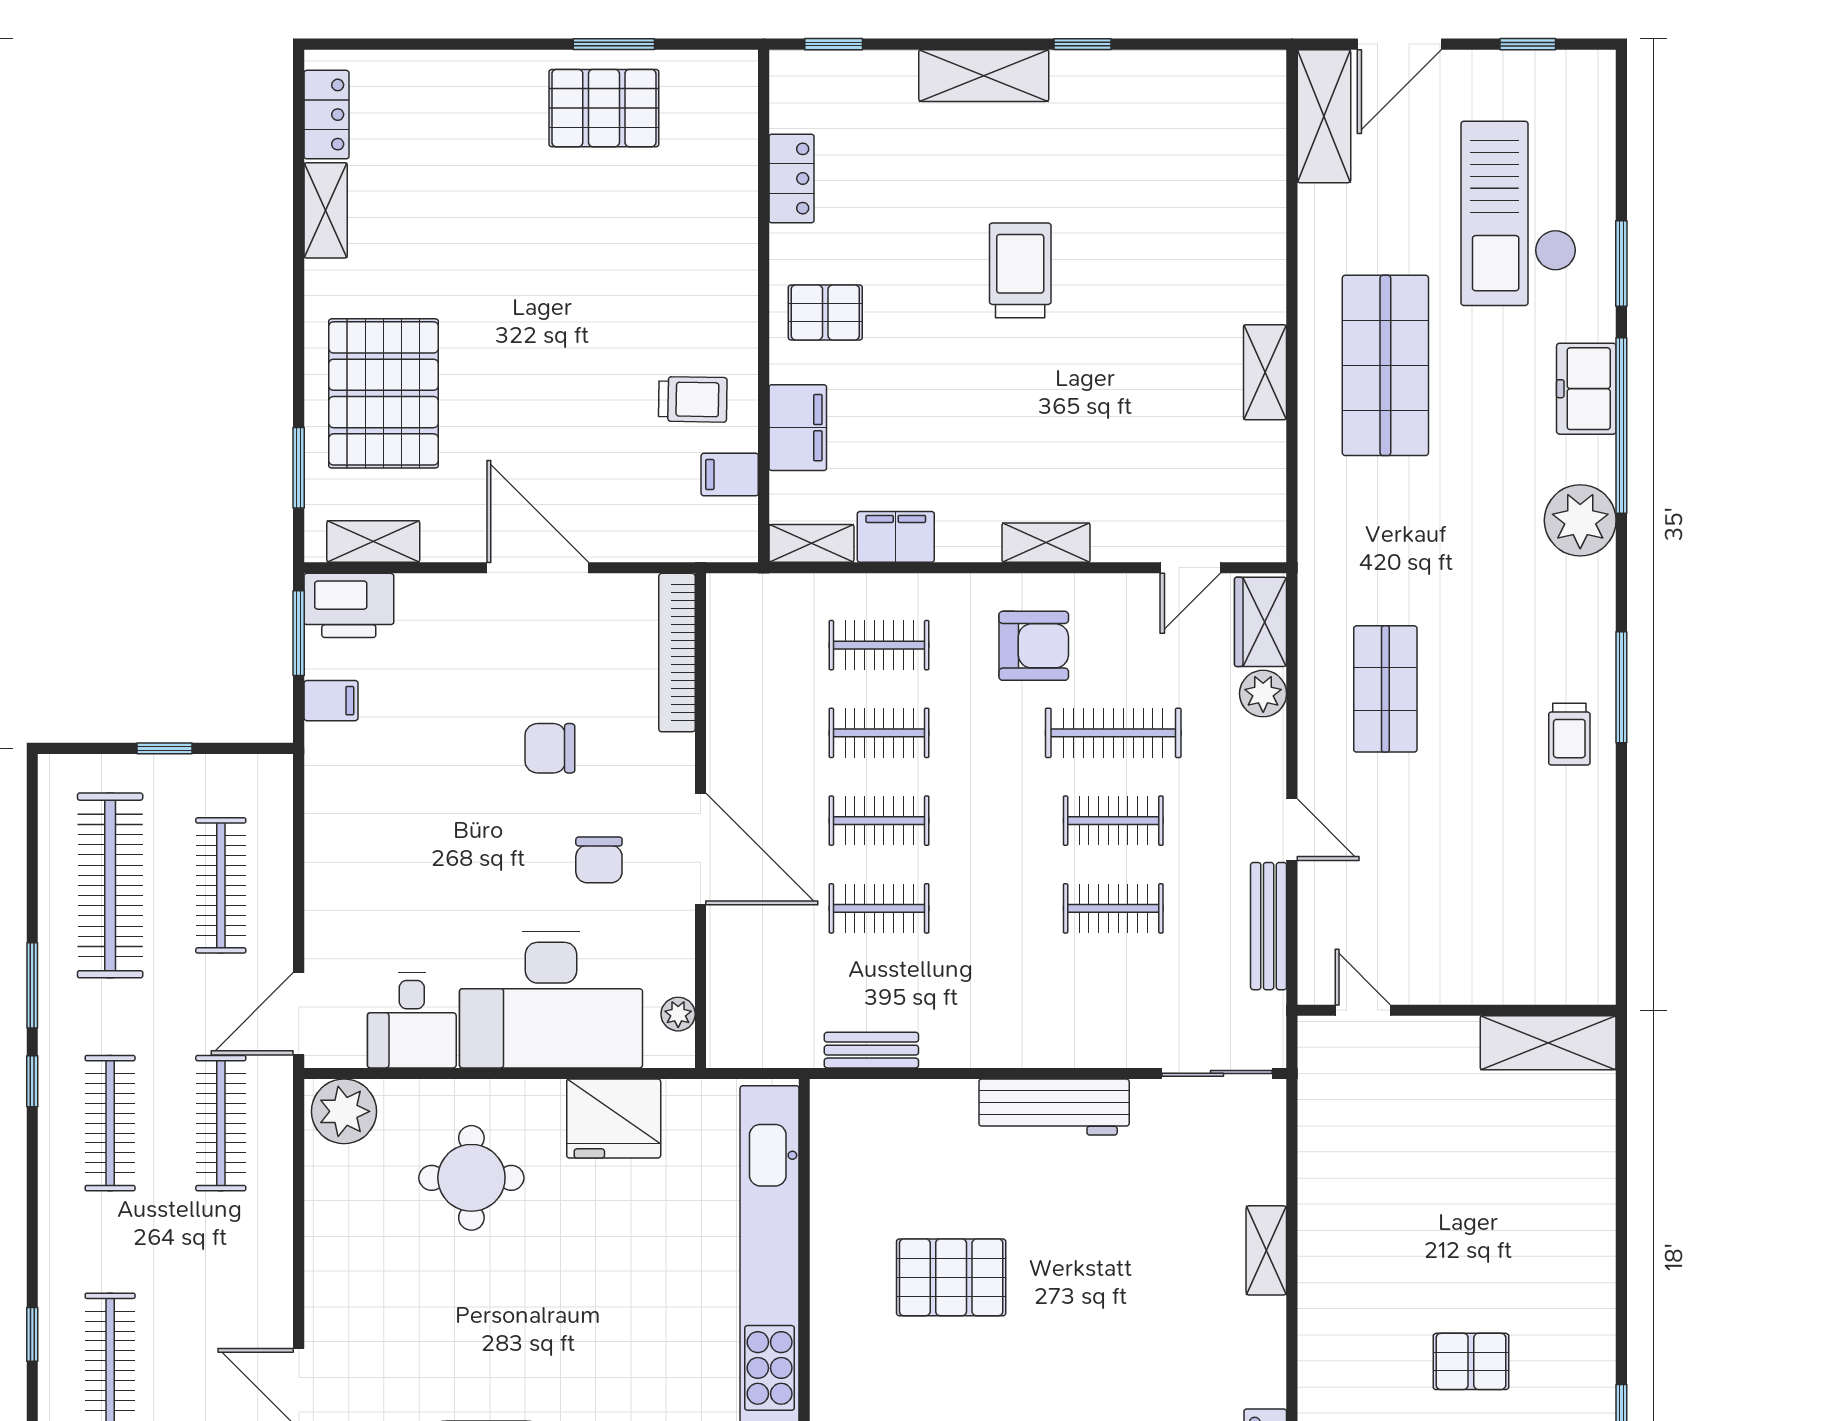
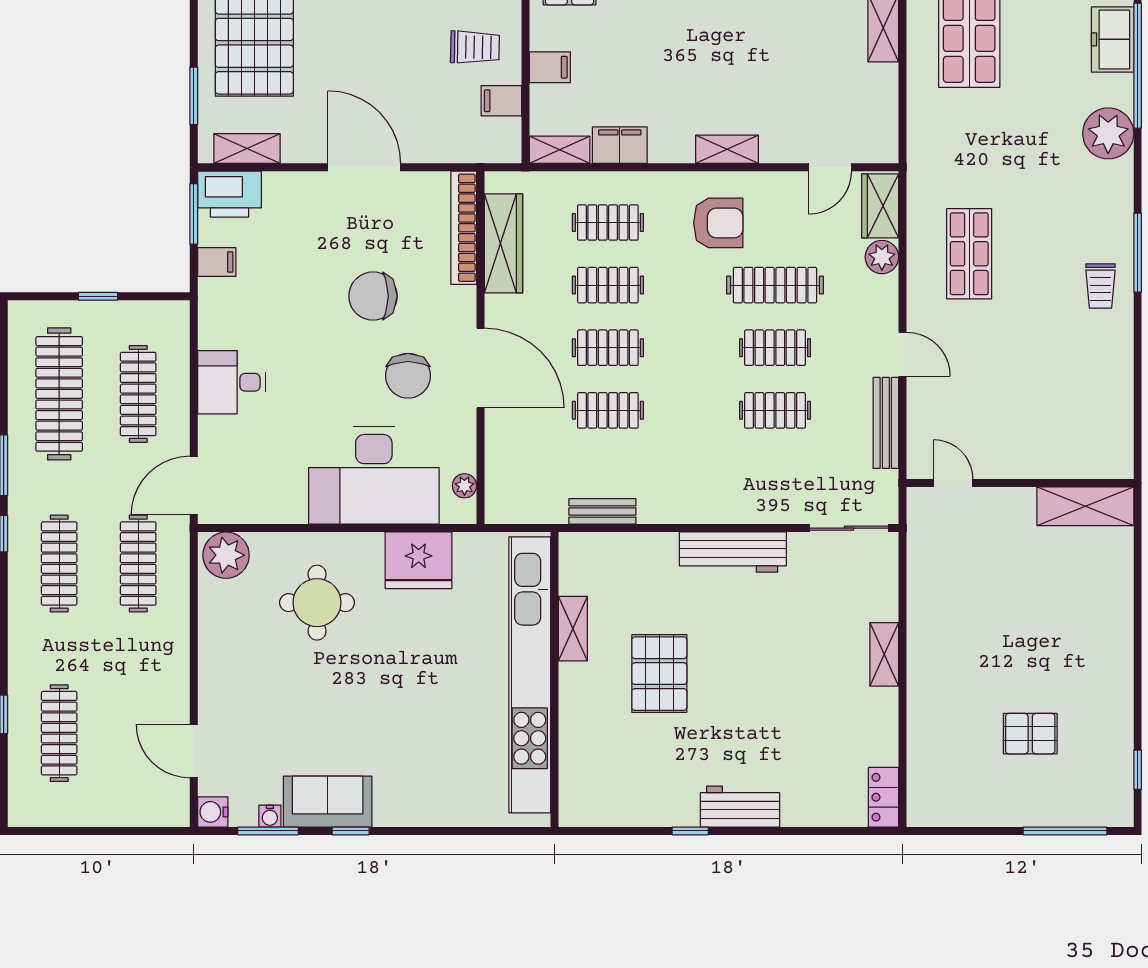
filing cabinet: (798, 428) -> (550, 67), width x0.50
wardrobe: (733, 675) -> (503, 243), added
chair: (550, 748) -> (373, 296), width x1.37, depth x1.37
chair: (599, 860) -> (408, 376), width x1.37, depth x1.37
desk: (412, 1020) -> (232, 382), moved, turned 90
shelving: (830, 1214) -> (573, 629), added
pallet: (951, 1277) -> (659, 674), turned 90

